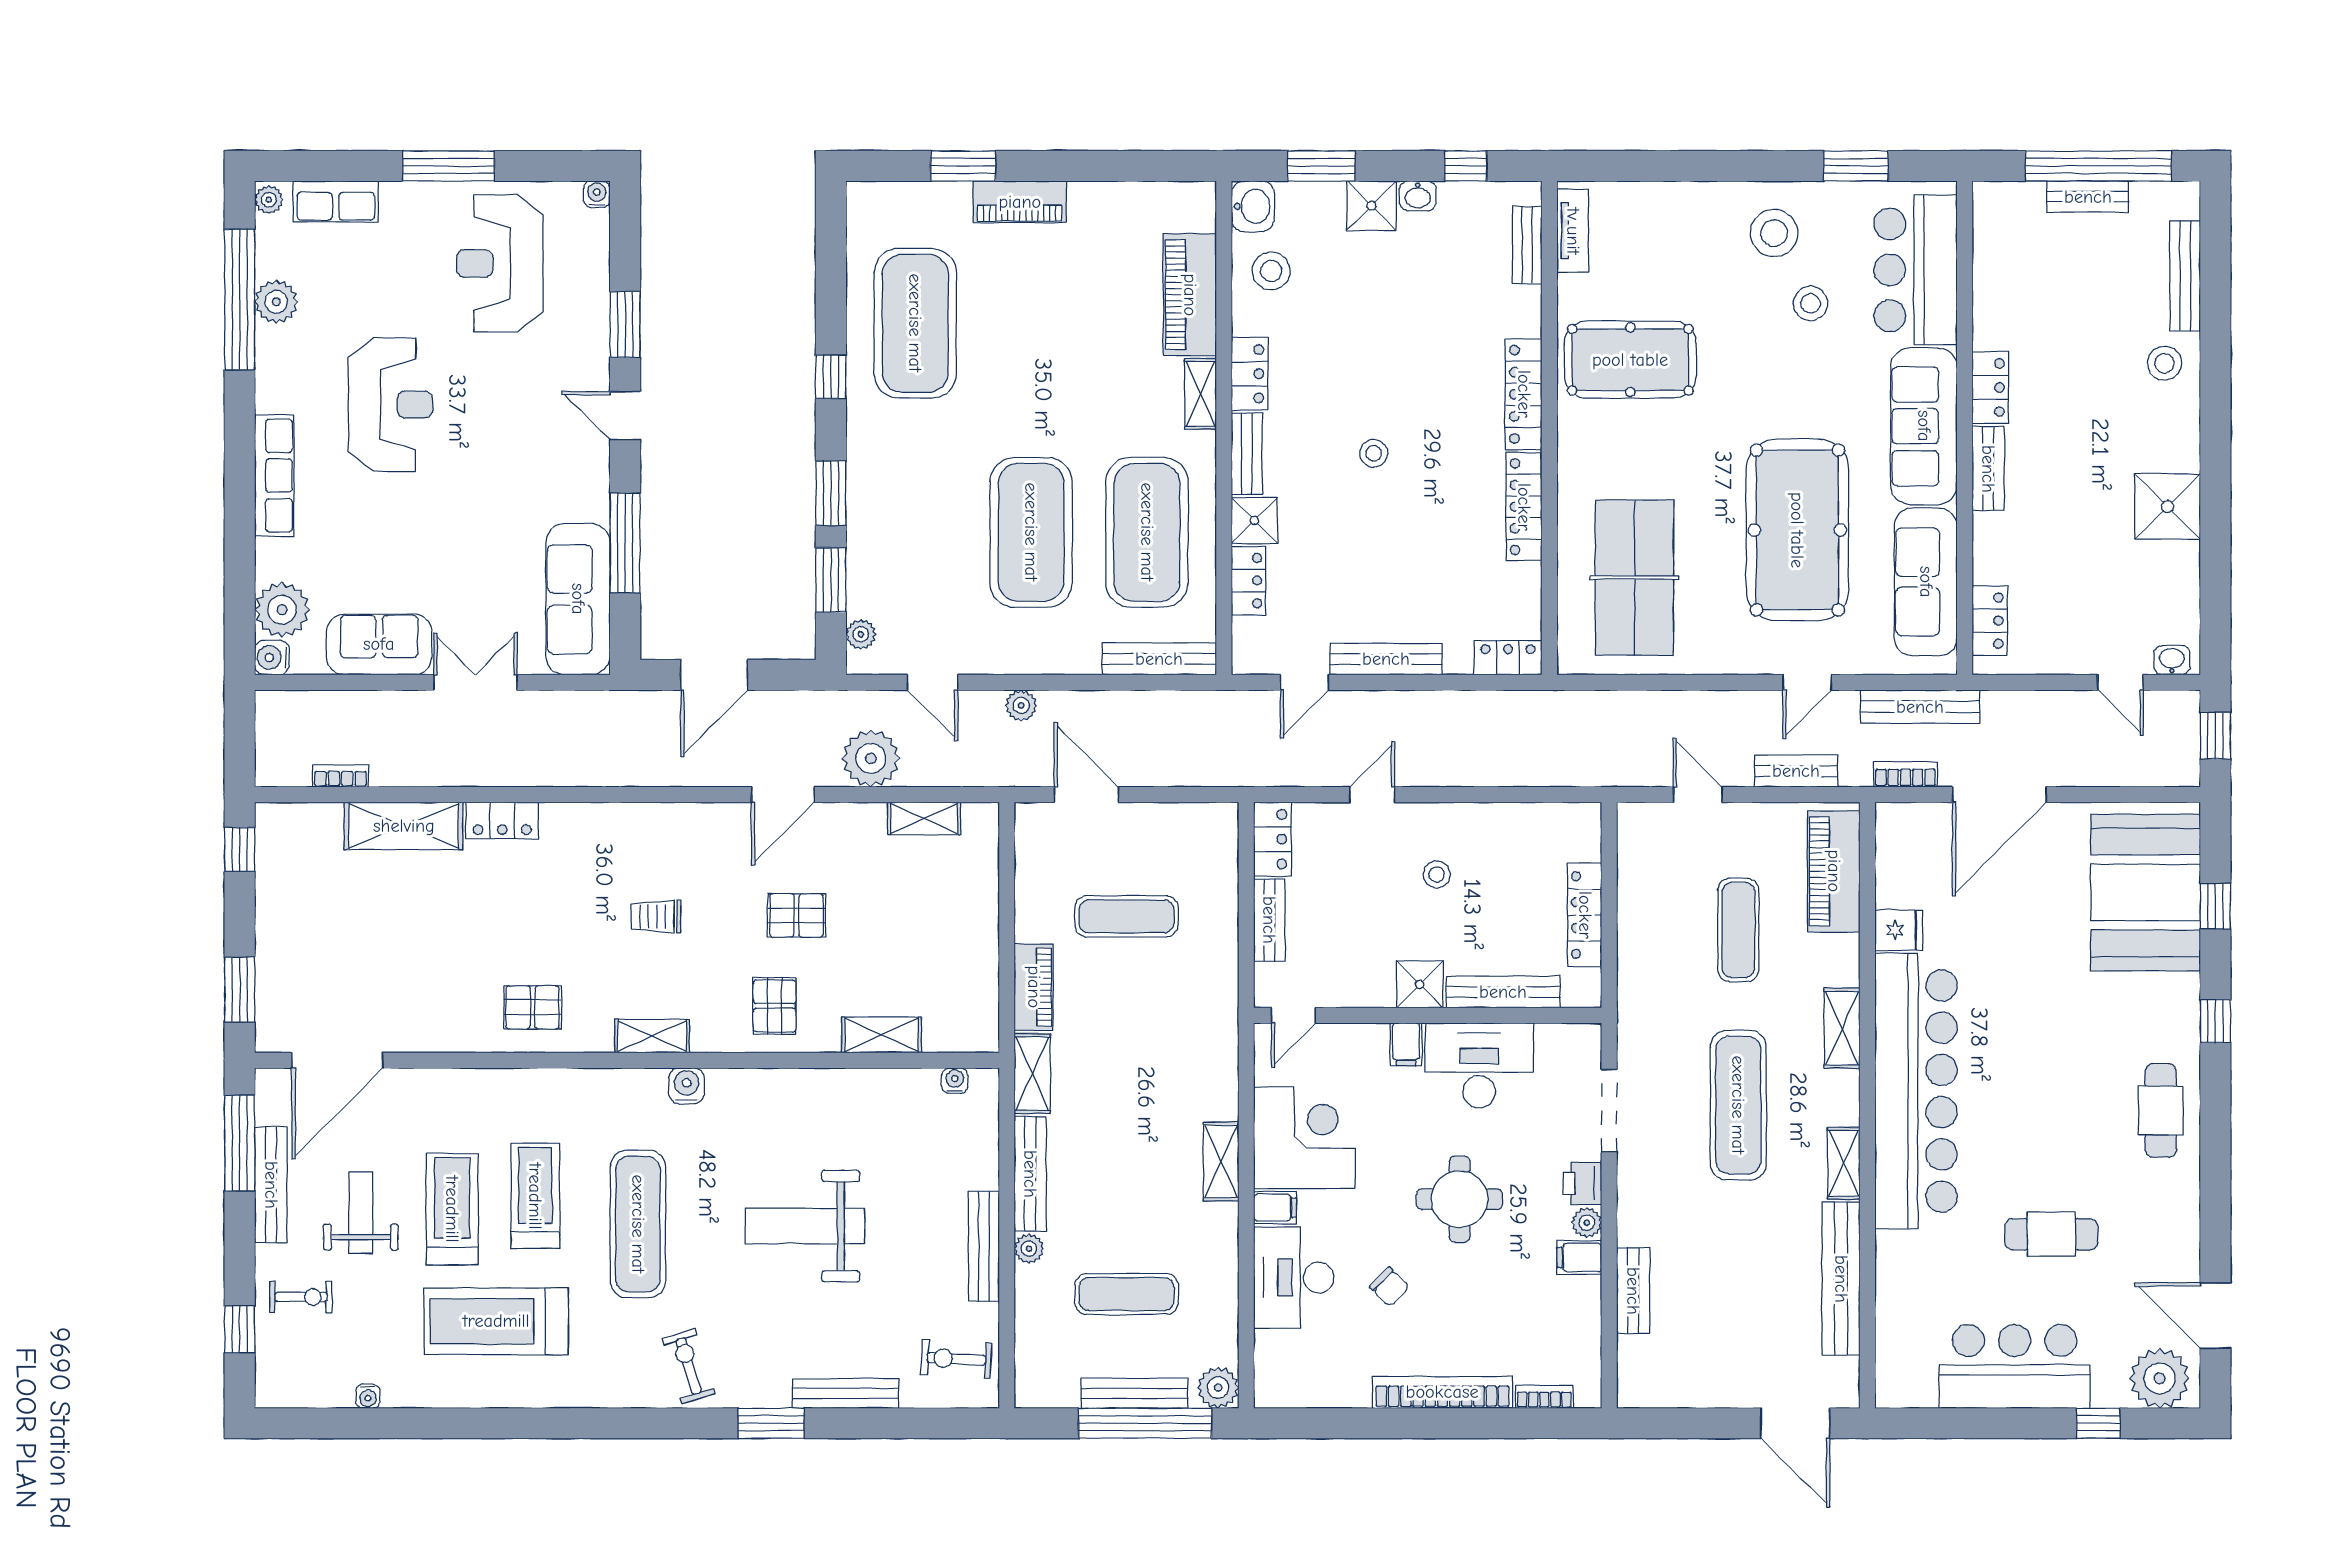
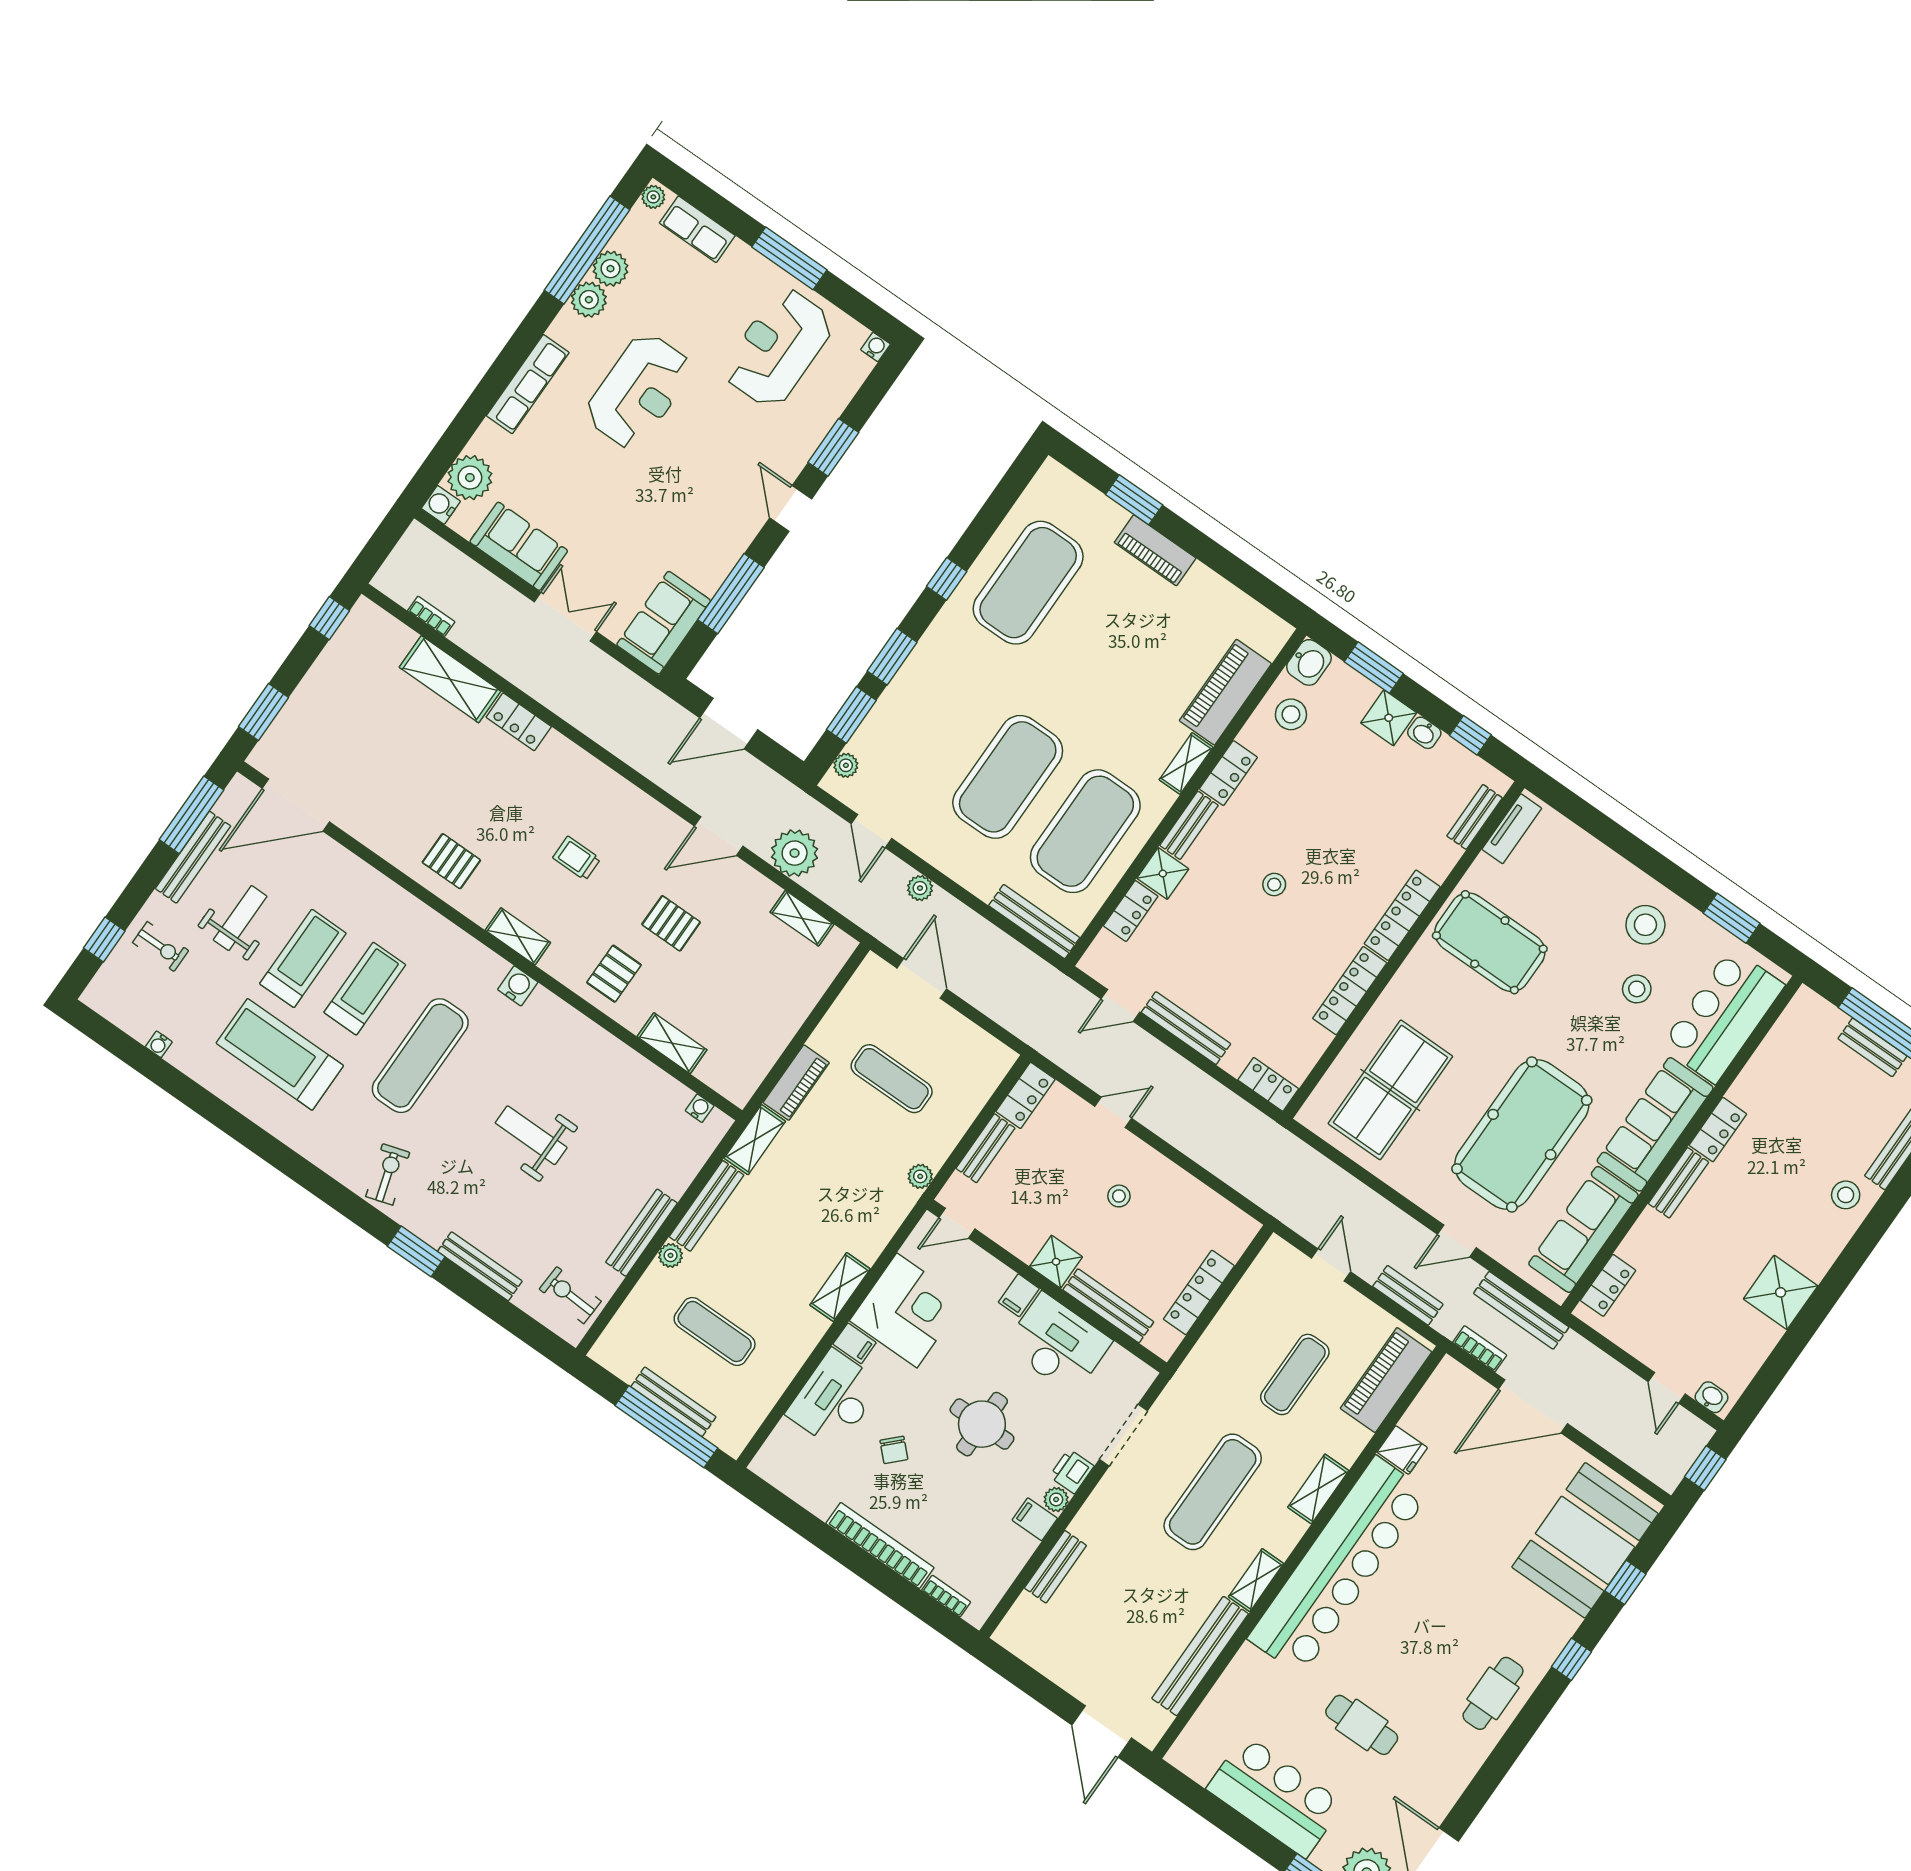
plant: (276, 348) -> (589, 300), added
sofa: (578, 599) -> (664, 623), width x0.73
weight bench: (805, 1226) -> (531, 1135), width x0.73, depth x0.75
plant: (1218, 1388) -> (920, 1176), moved, width x0.73, depth x0.73

